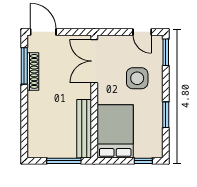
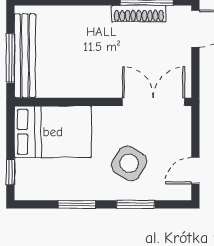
window: (166, 52) -> (136, 204), moved
side table: (137, 78) -> (129, 163), turned 32
bench: (84, 129) -> (25, 56), moved, turned 90

